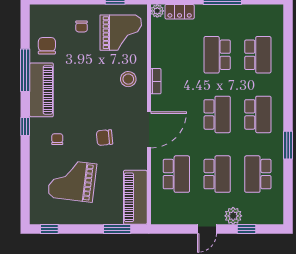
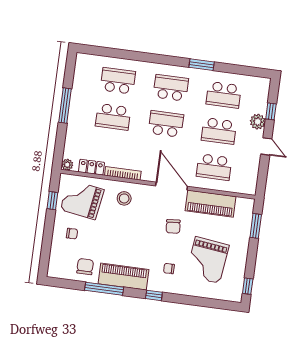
locker: (180, 12) -> (91, 167), moved, turned -90
grand piano: (121, 33) -> (82, 200), turned -81
chair: (47, 46) -> (85, 267), turned 90
bookcase: (156, 81) -> (123, 173), width x1.56
school desk: (176, 174) -> (214, 167), turned 180
school desk: (217, 174) -> (219, 131), turned 180
piano: (135, 197) -> (211, 204), moved

